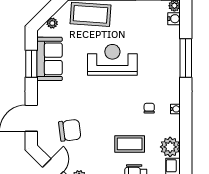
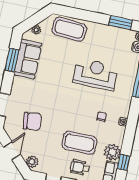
reception desk: (112, 60) -> (95, 74), moved
coffee table: (130, 144) -> (79, 143), width x1.36, depth x1.32
window: (186, 156) -> (124, 162), added

